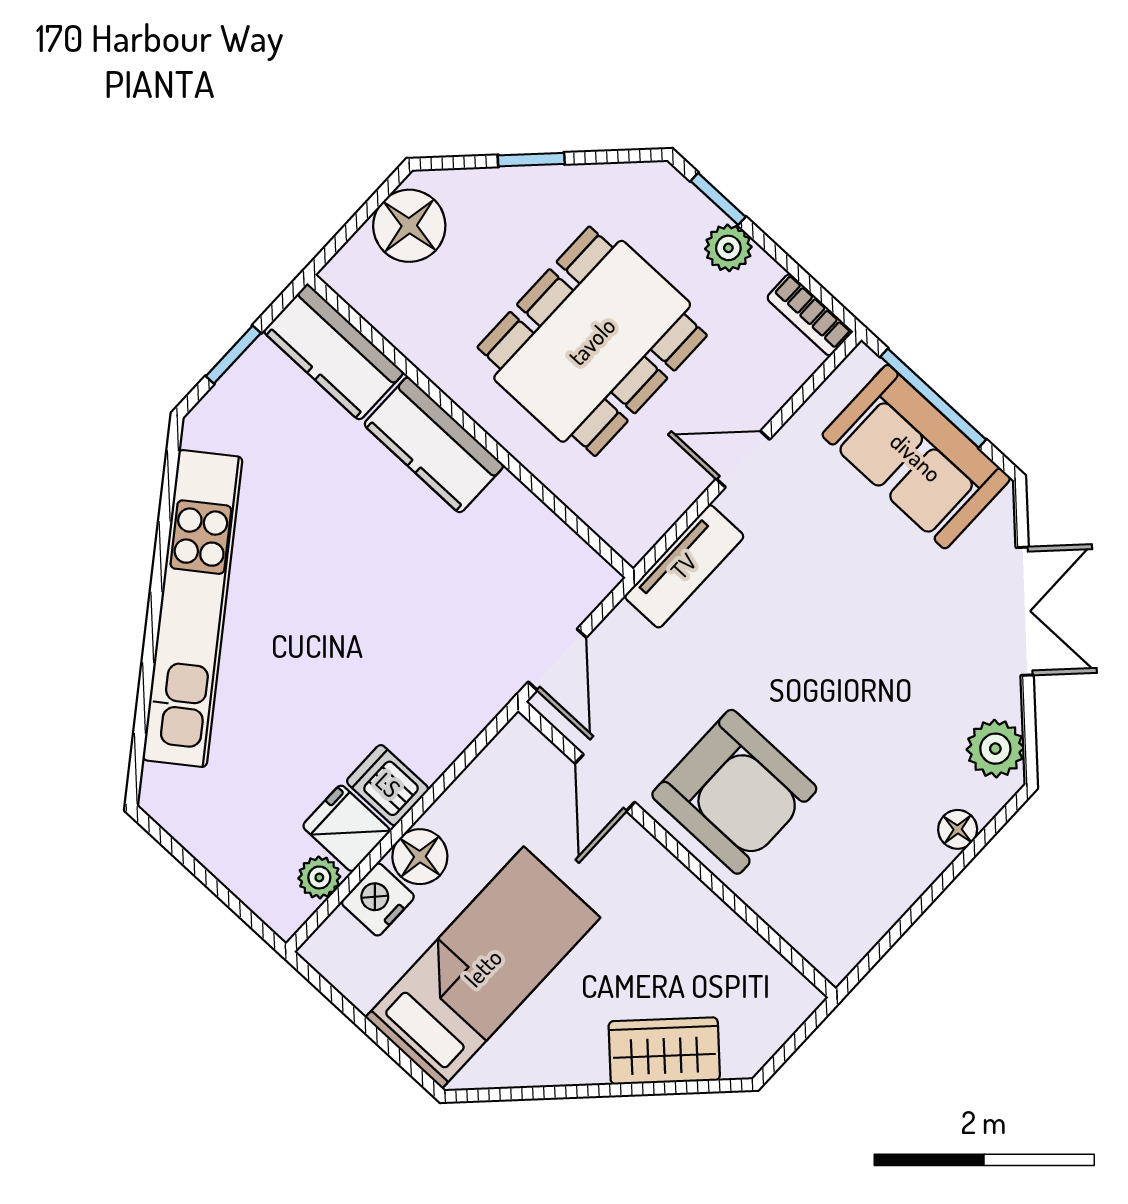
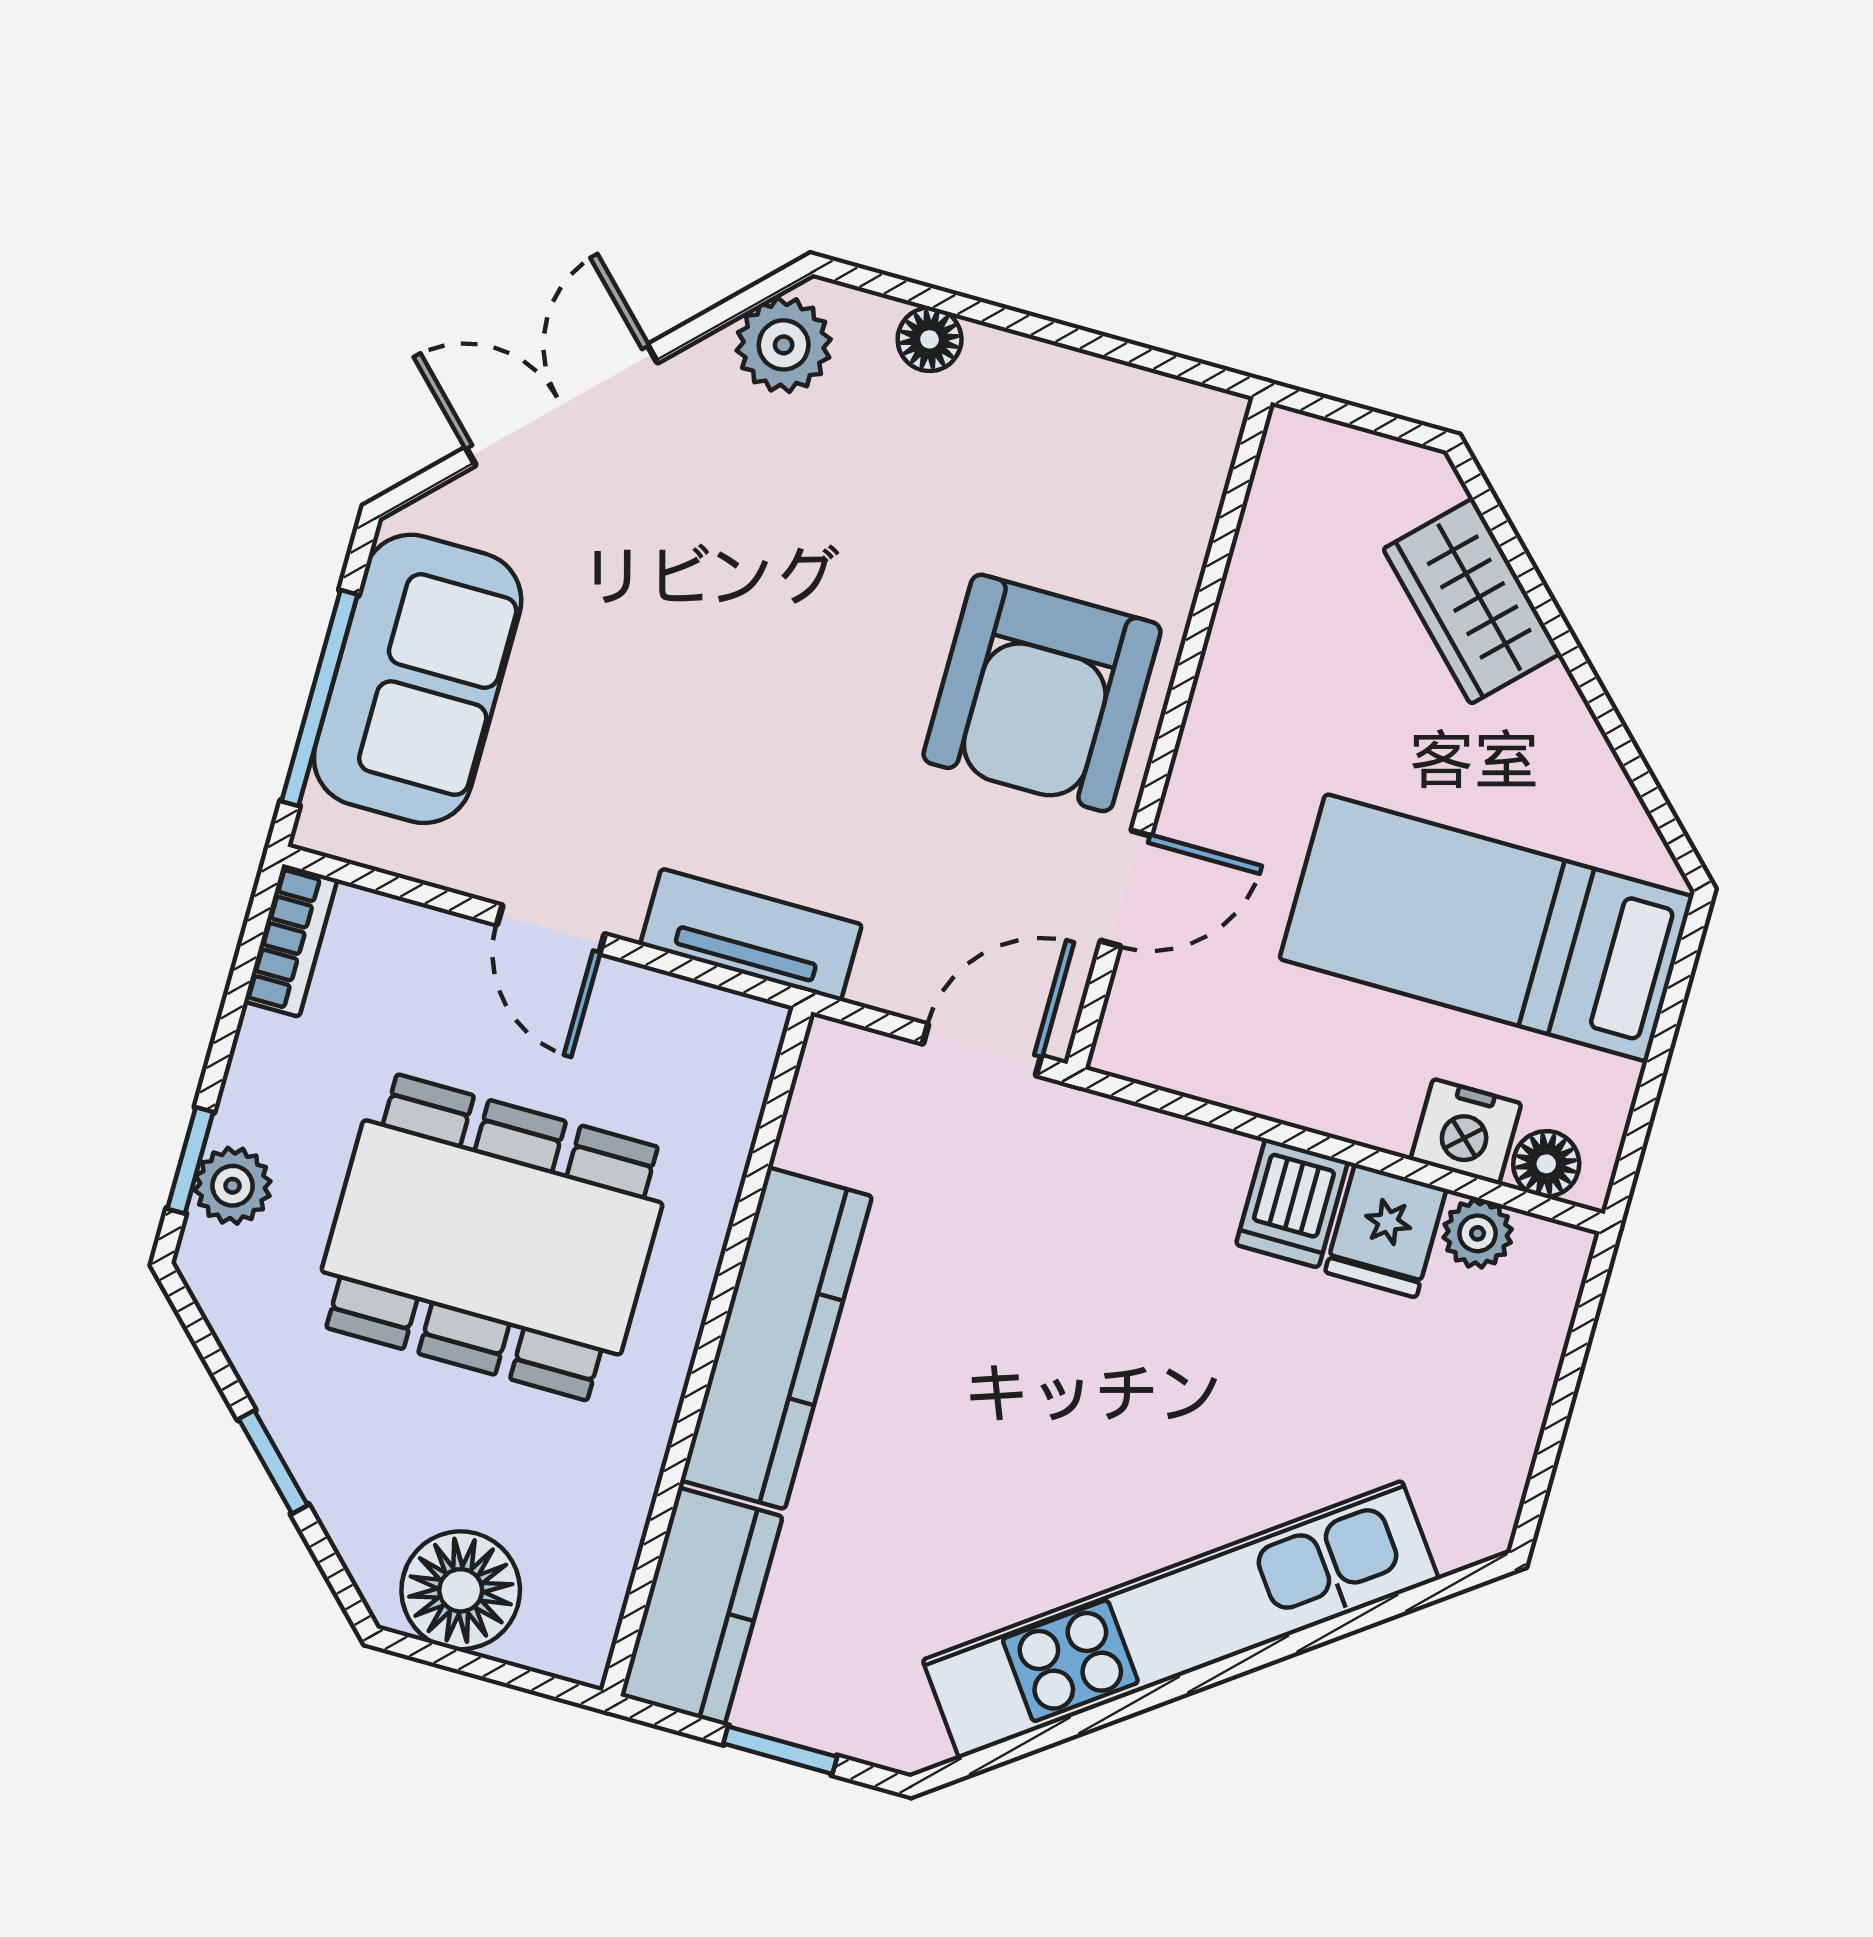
plant: (728, 248) -> (233, 1186), moved
kitchen counter: (434, 445) -> (776, 1338), width x1.50
armchair: (734, 792) -> (1042, 693), turned 180
floor lamp: (420, 857) -> (1546, 1164), moved, width x0.73, depth x0.73

